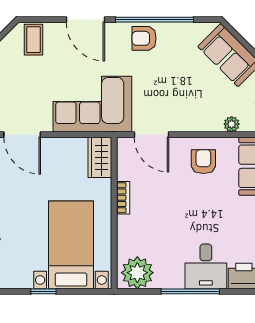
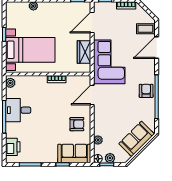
door: (85, 20) -> (157, 48), moved
wardrobe: (100, 157) -> (84, 52), moved, turned -90
desk: (206, 266) -> (18, 110), moved
plant: (137, 273) -> (10, 83), width x0.53, depth x0.53

